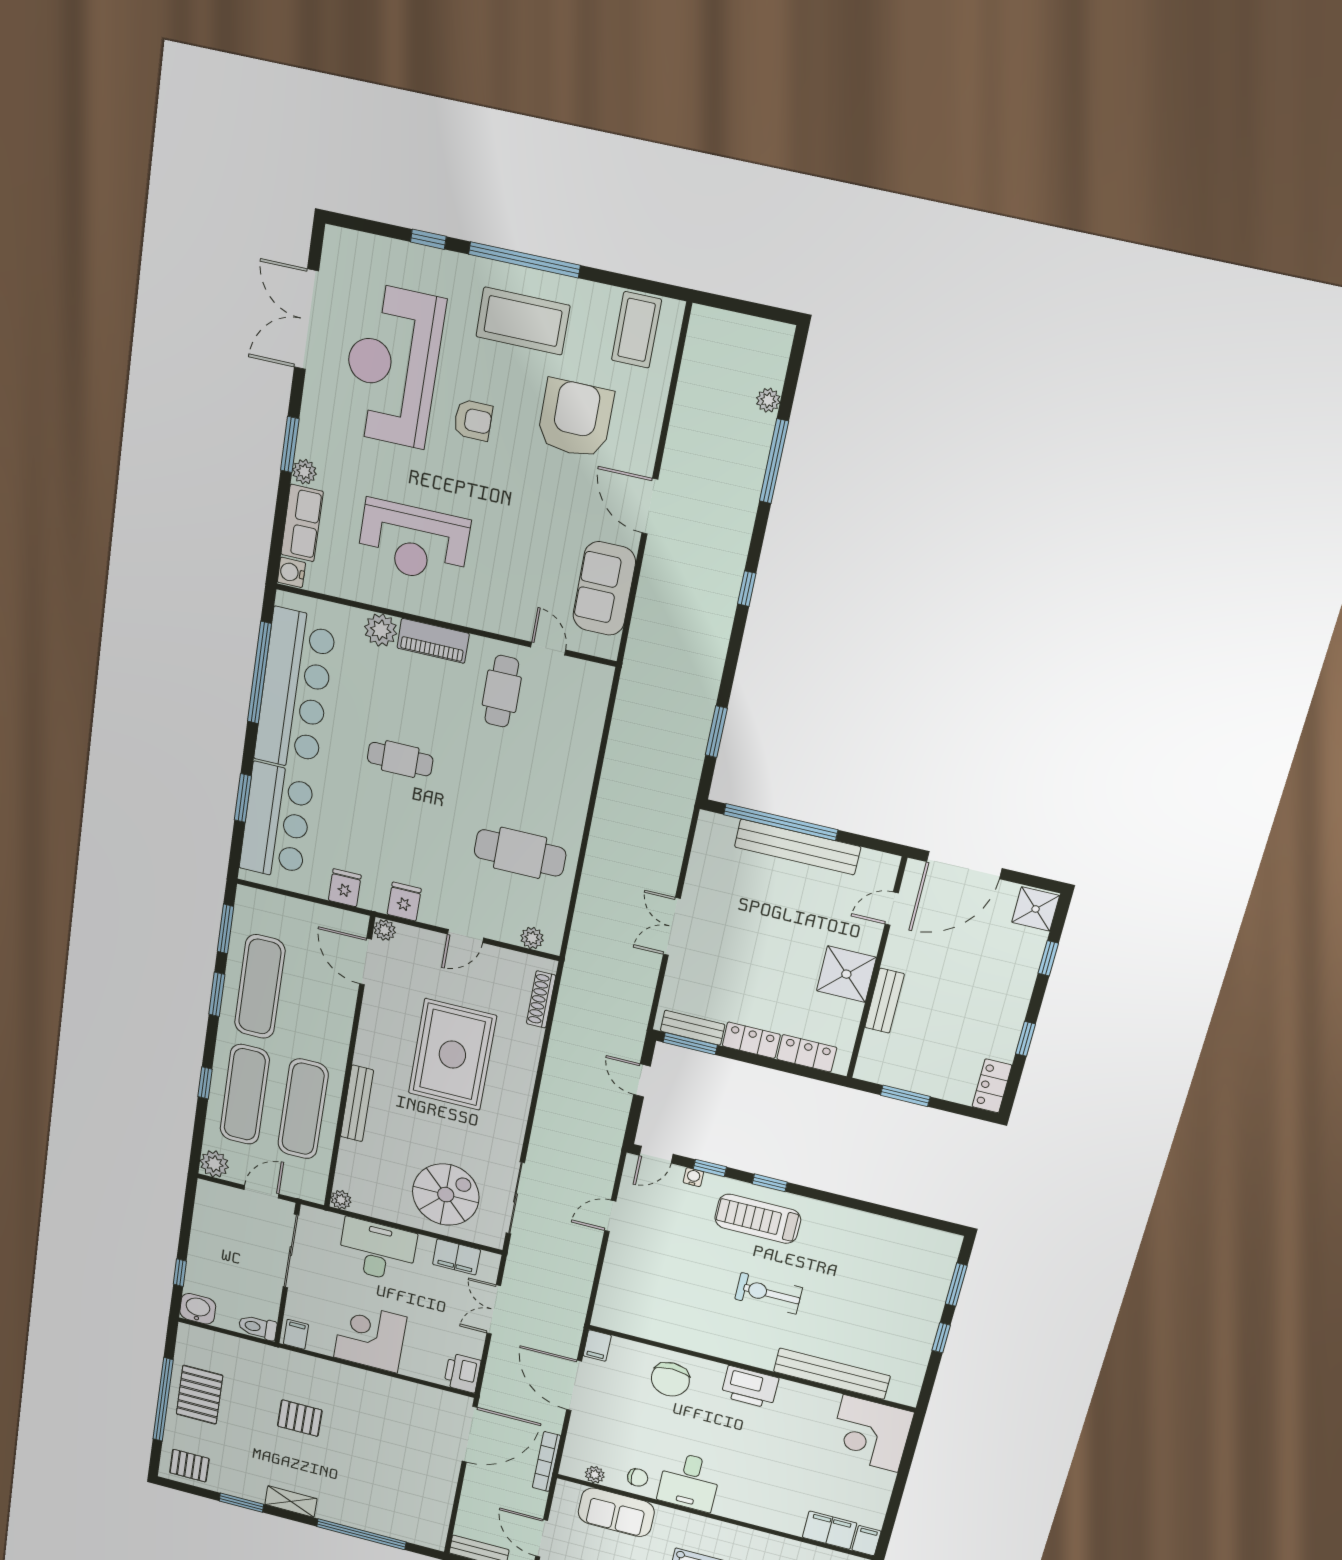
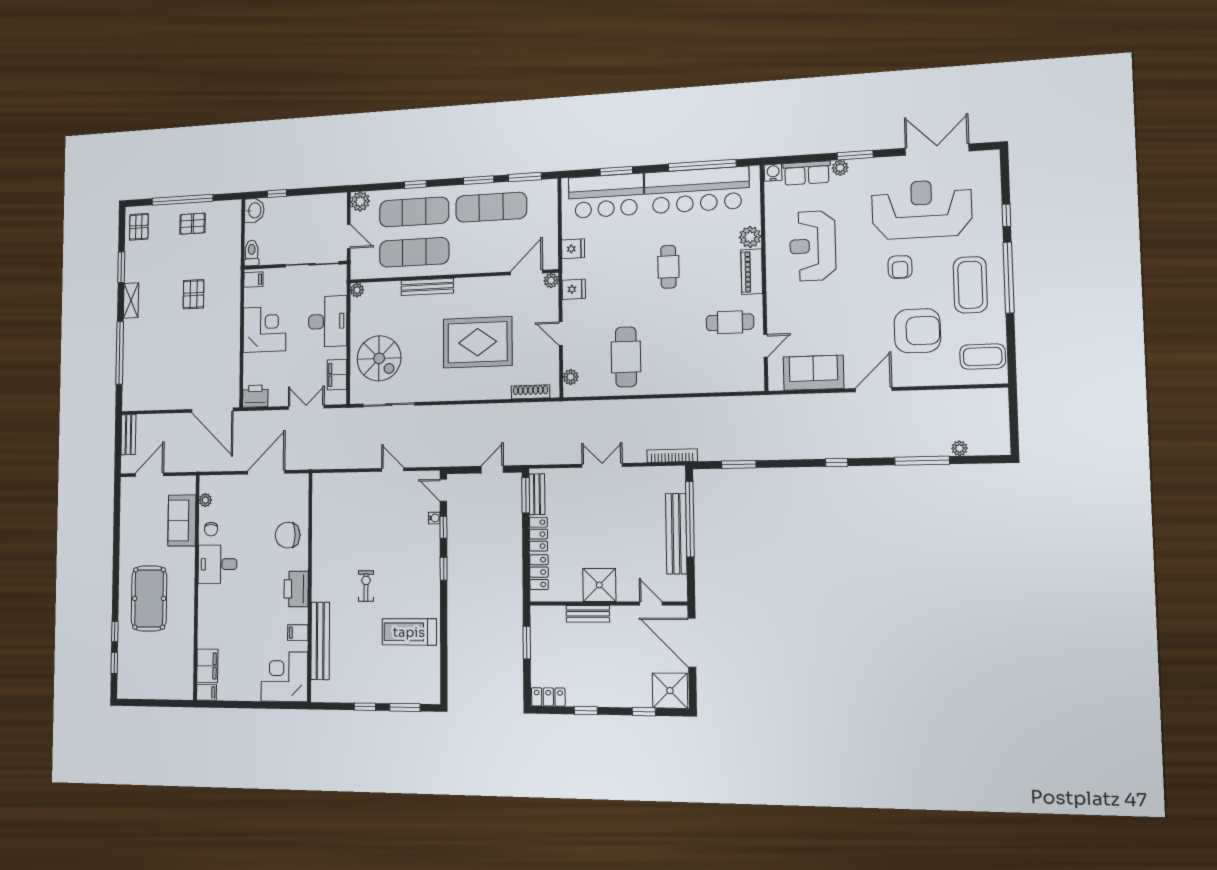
shower: (1036, 909) -> (670, 691), width x1.36, depth x1.36
treadmill: (758, 1219) -> (409, 632), moved, turned -90
exercise bike: (769, 1293) -> (366, 586), width x0.73, depth x0.72
filing cabinet: (597, 1346) -> (298, 633), moved
pallet: (200, 1395) -> (192, 224), width x0.67, depth x0.71
bookcase: (546, 1462) -> (672, 456), moved

